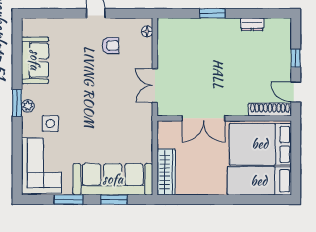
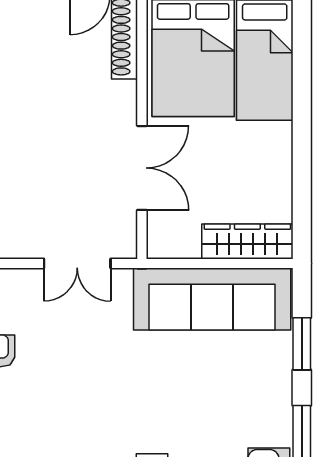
sofa: (113, 179) -> (212, 299), moved, turned -90

